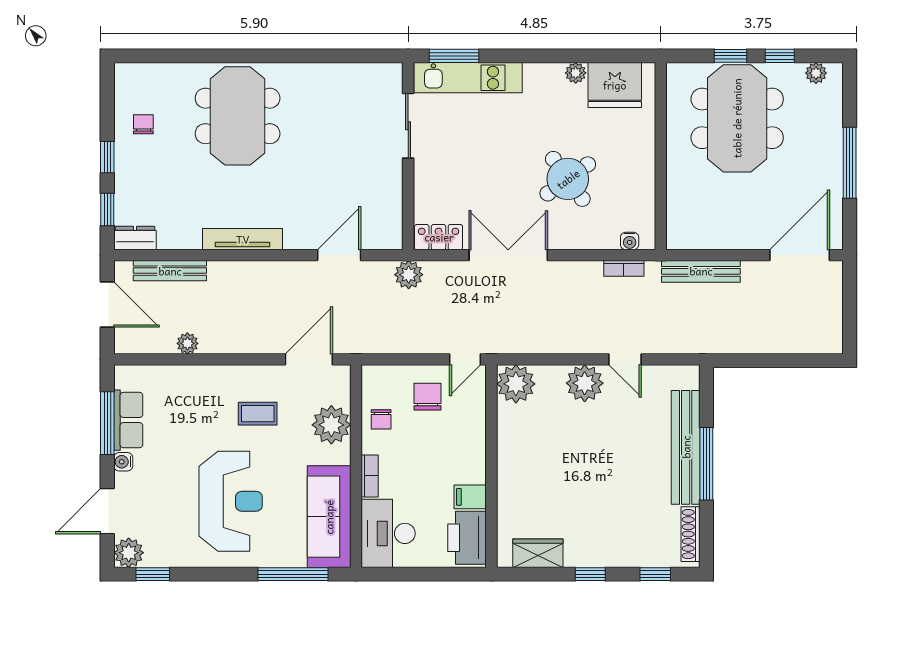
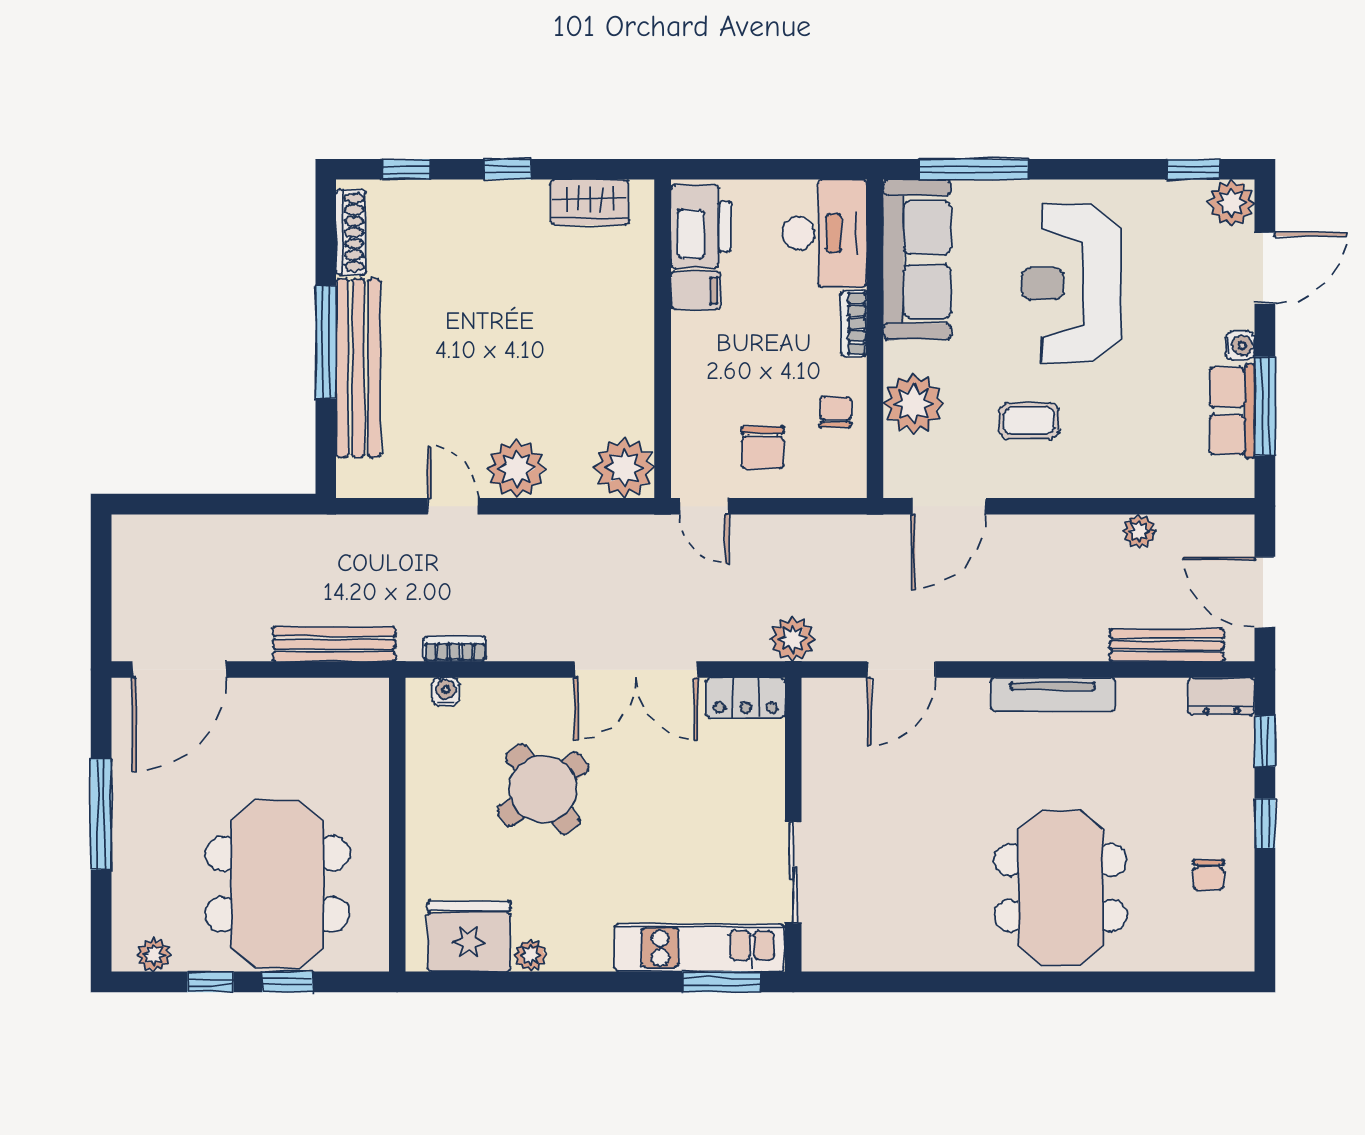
door: (465, 359) -> (704, 506), swing flipped

